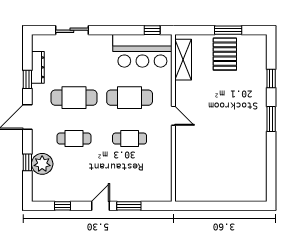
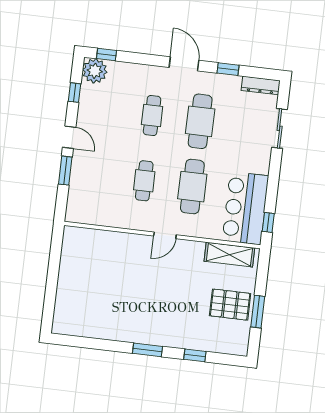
dresser: (38, 67) -> (261, 85), moved
window: (27, 162) -> (107, 55), moved
plant: (42, 164) -> (95, 71), moved

